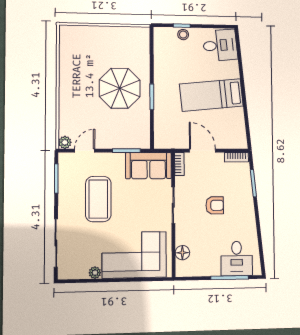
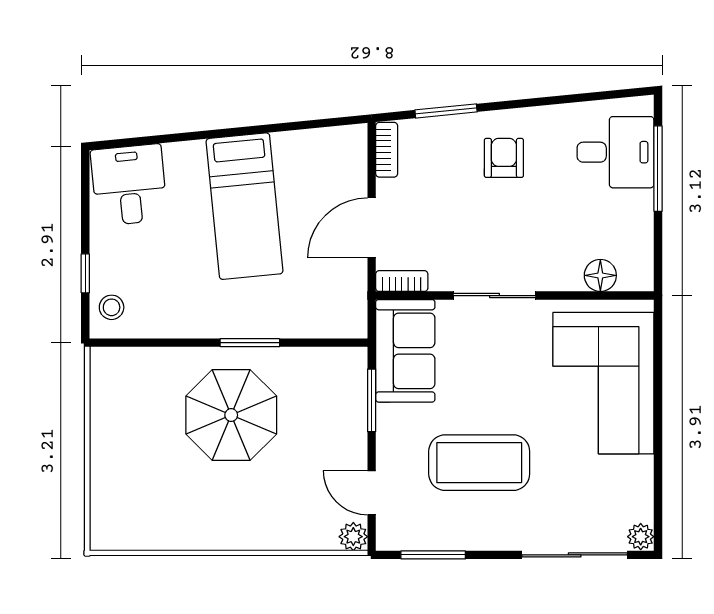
stool: (183, 35) -> (112, 307), moved
armchair: (215, 205) -> (504, 158), moved
plant: (95, 273) -> (641, 537), moved

